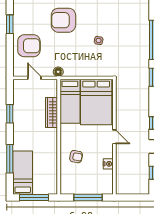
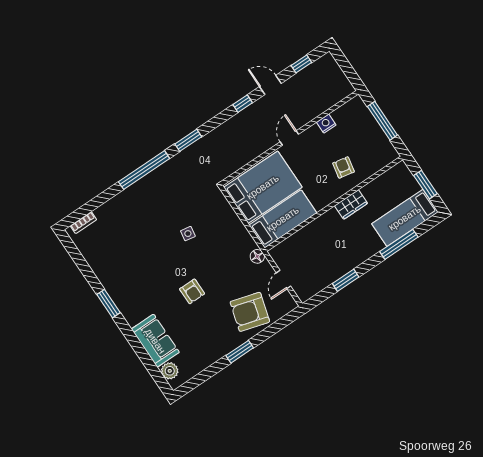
armchair: (63, 20) -> (192, 291), width x0.53, depth x0.53
armchair: (29, 46) -> (250, 312), turned -74
wardrobe: (52, 112) -> (351, 205), moved, width x0.67
window: (34, 198) -> (425, 185), width x0.69

